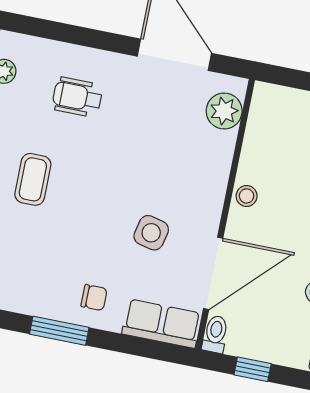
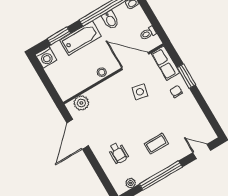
window: (59, 331) -> (186, 76), moved
toilet: (215, 334) -> (148, 33), moved
window: (253, 369) -> (154, 22), removed

